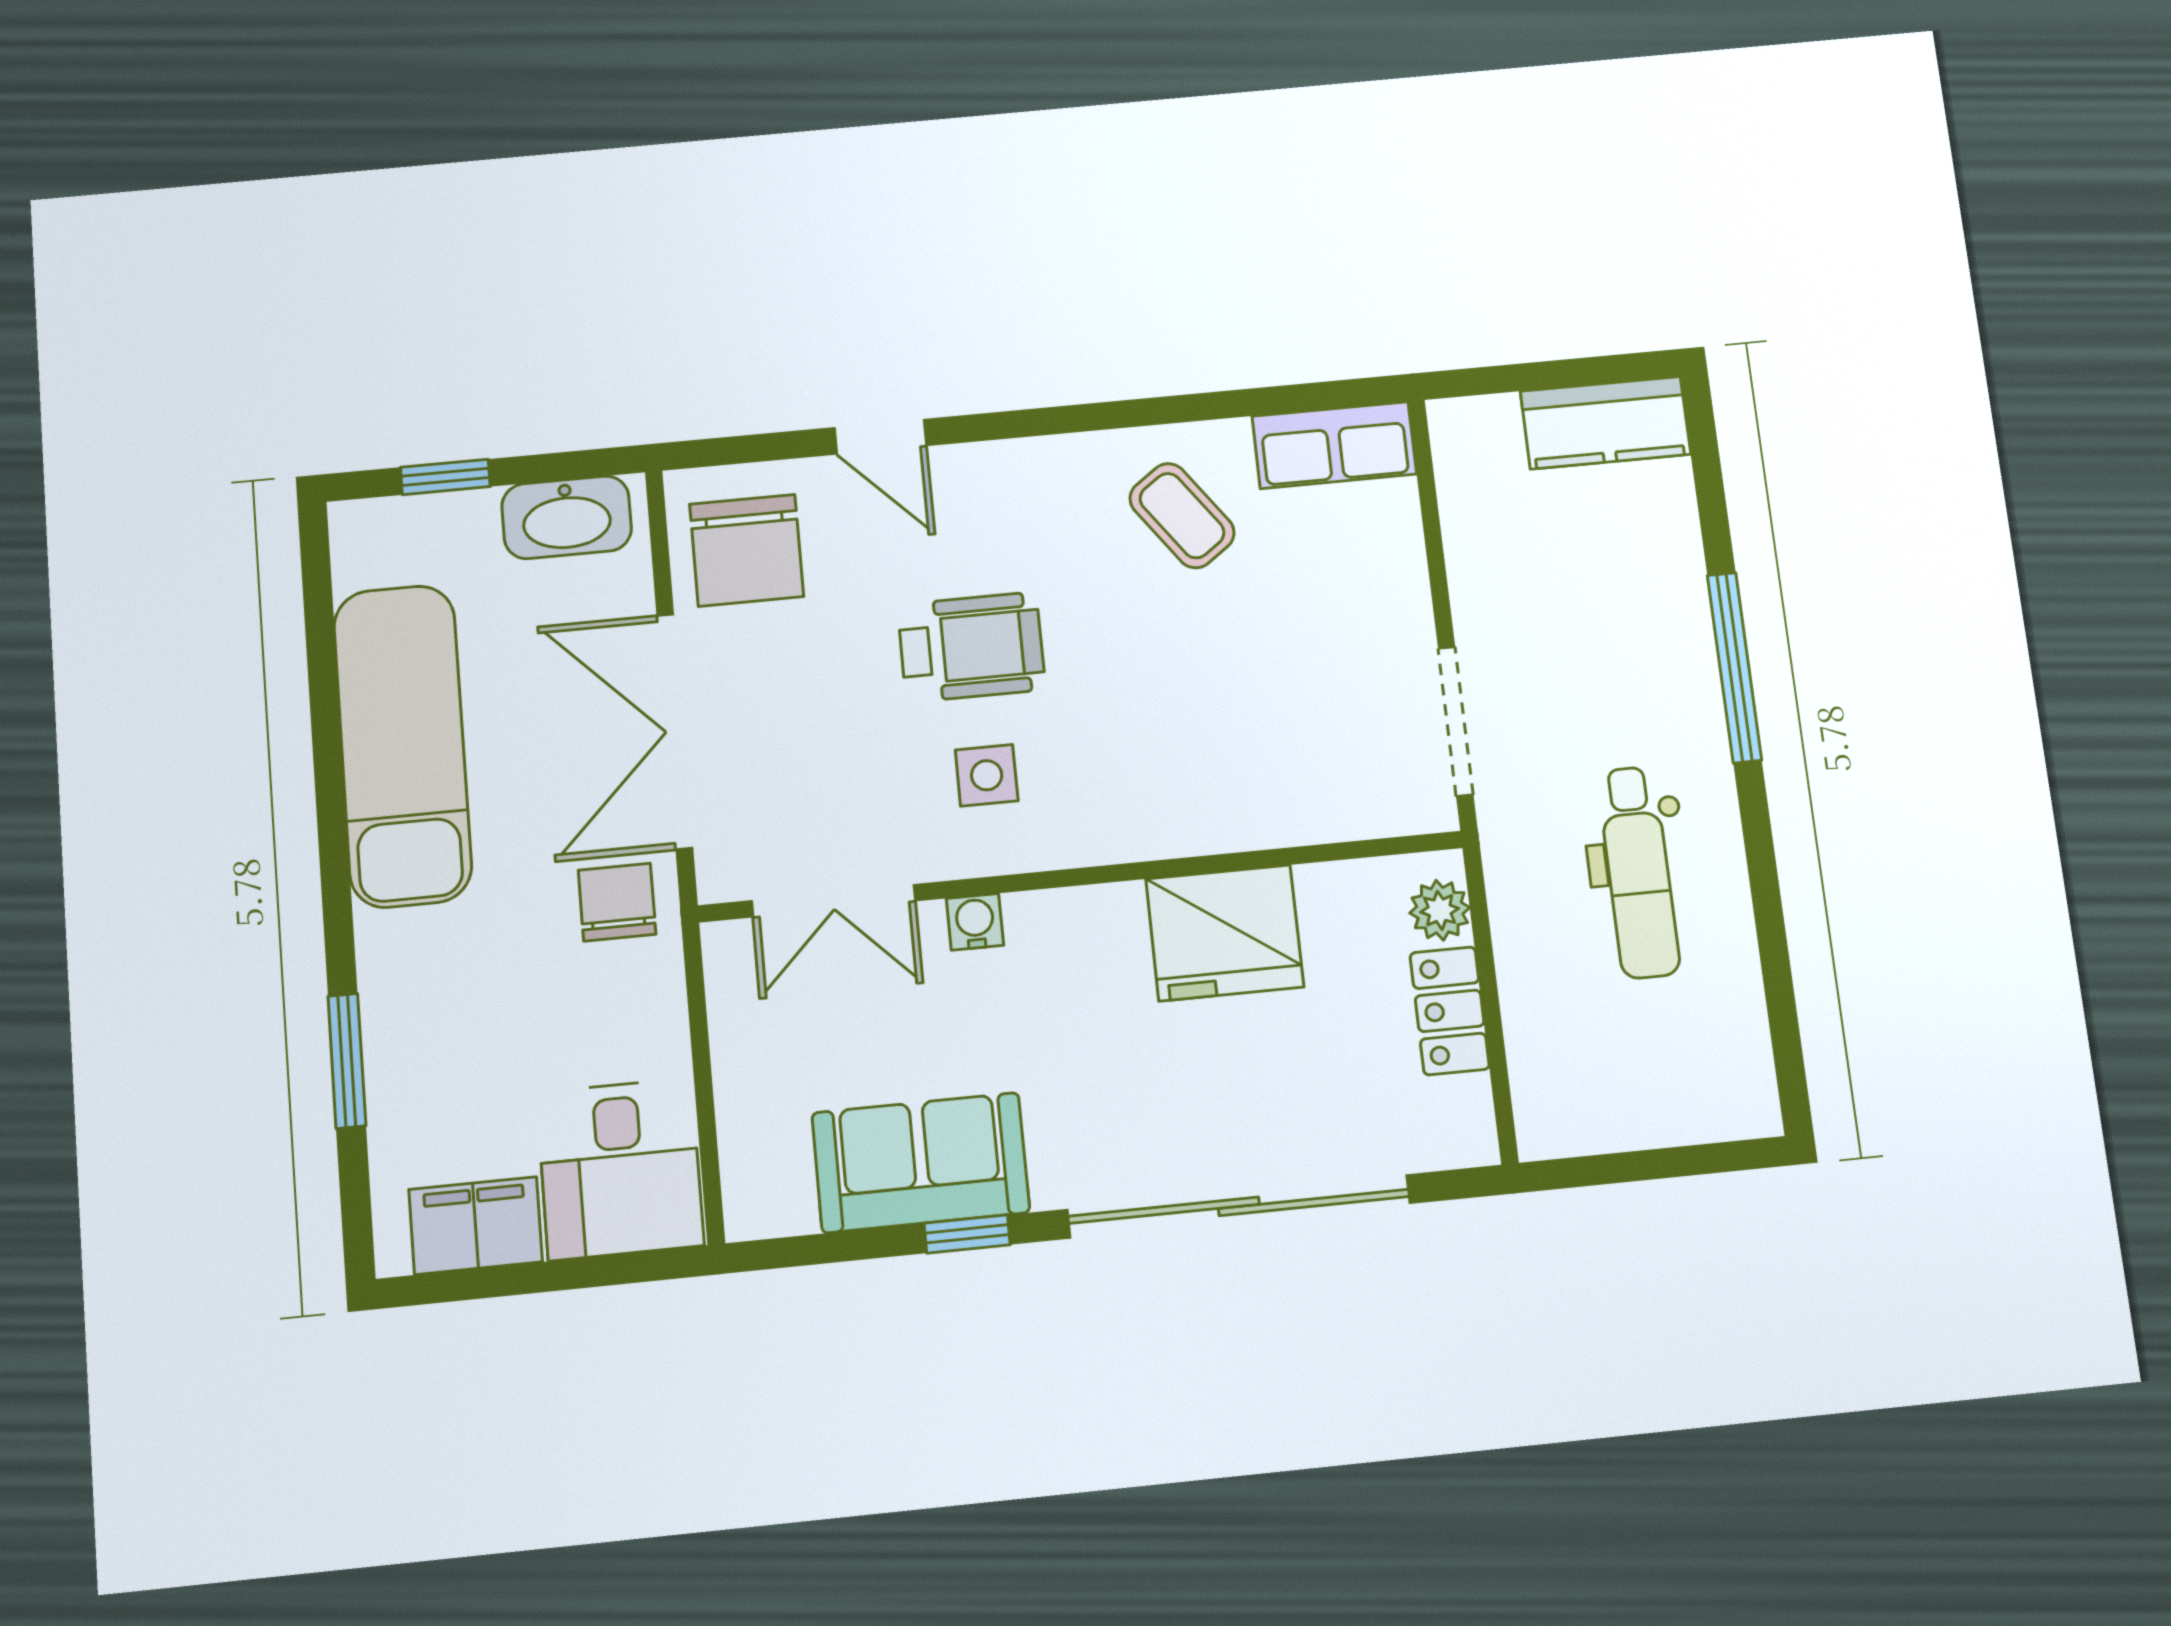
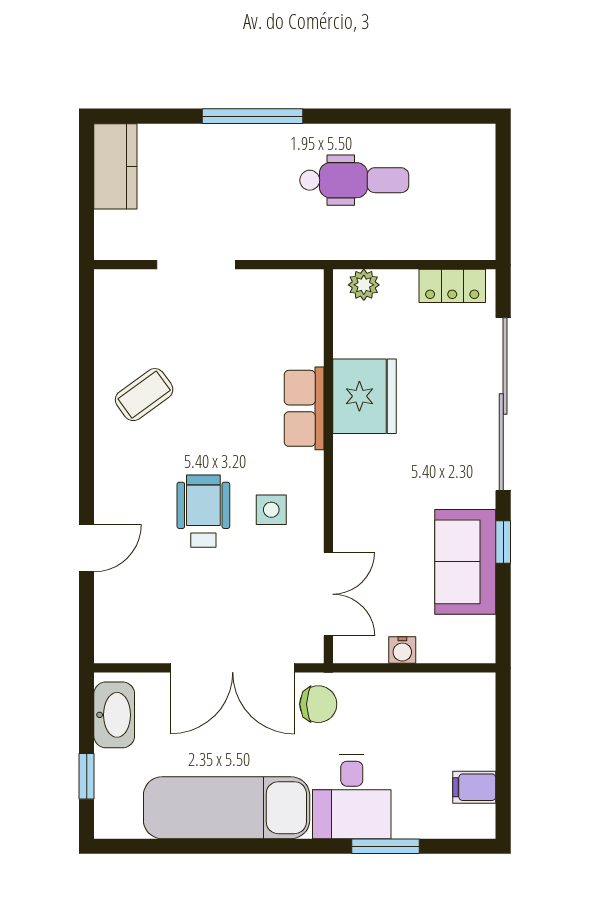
row of seats: (1334, 445) -> (304, 408), moved, turned 180
chair: (747, 550) -> (141, 623), removed
doorway: (1456, 721) -> (196, 265), moved
chair: (617, 902) -> (318, 704), turned 180
water cooler: (975, 922) -> (402, 650), moved, turned -90
locker: (1450, 1011) -> (452, 286), moved
desk: (620, 1169) -> (352, 797), moved, turned 90
filing cabinet: (476, 1226) -> (474, 787), width x0.50

